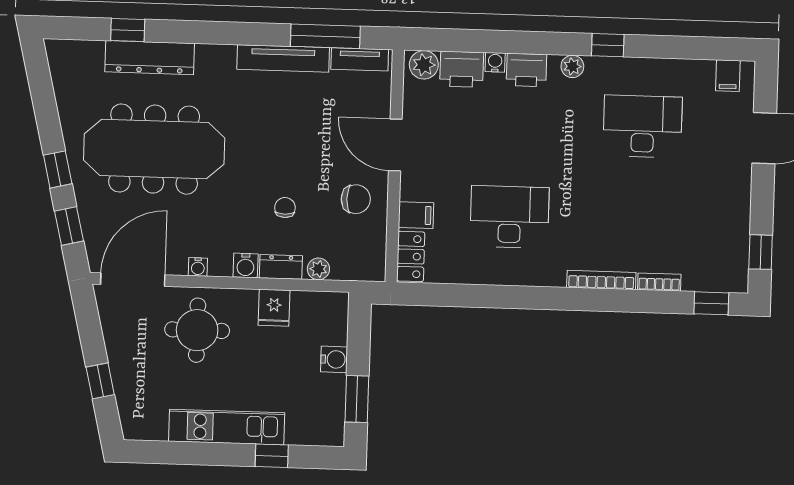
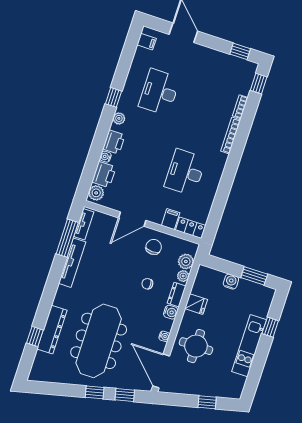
plant: (346, 266) -> (186, 261), added

